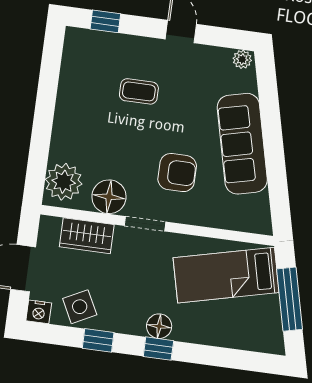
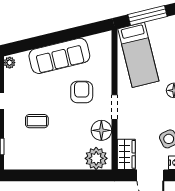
coffee table: (139, 91) -> (37, 121), turned 90
wardrobe: (87, 236) -> (126, 154), moved

